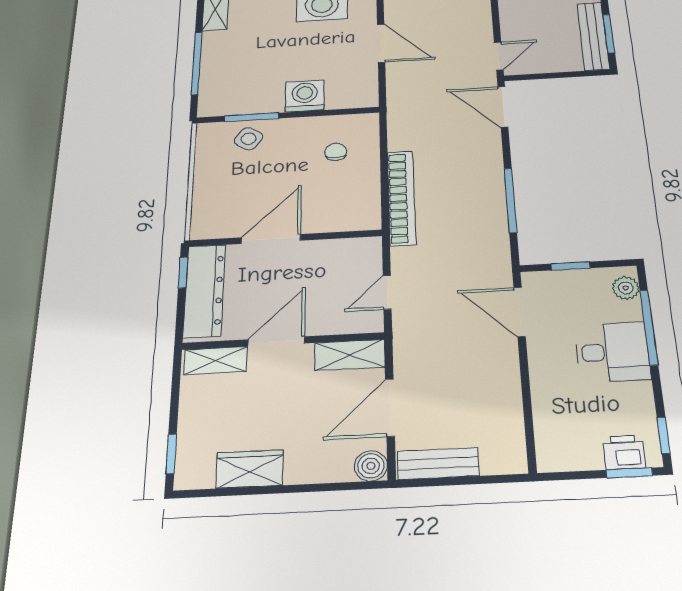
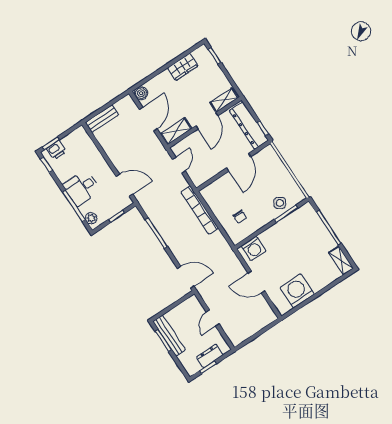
door: (499, 56) -> (213, 318), moved
washing machine: (305, 96) -> (254, 248), moved
bench: (438, 464) -> (102, 119), moved

